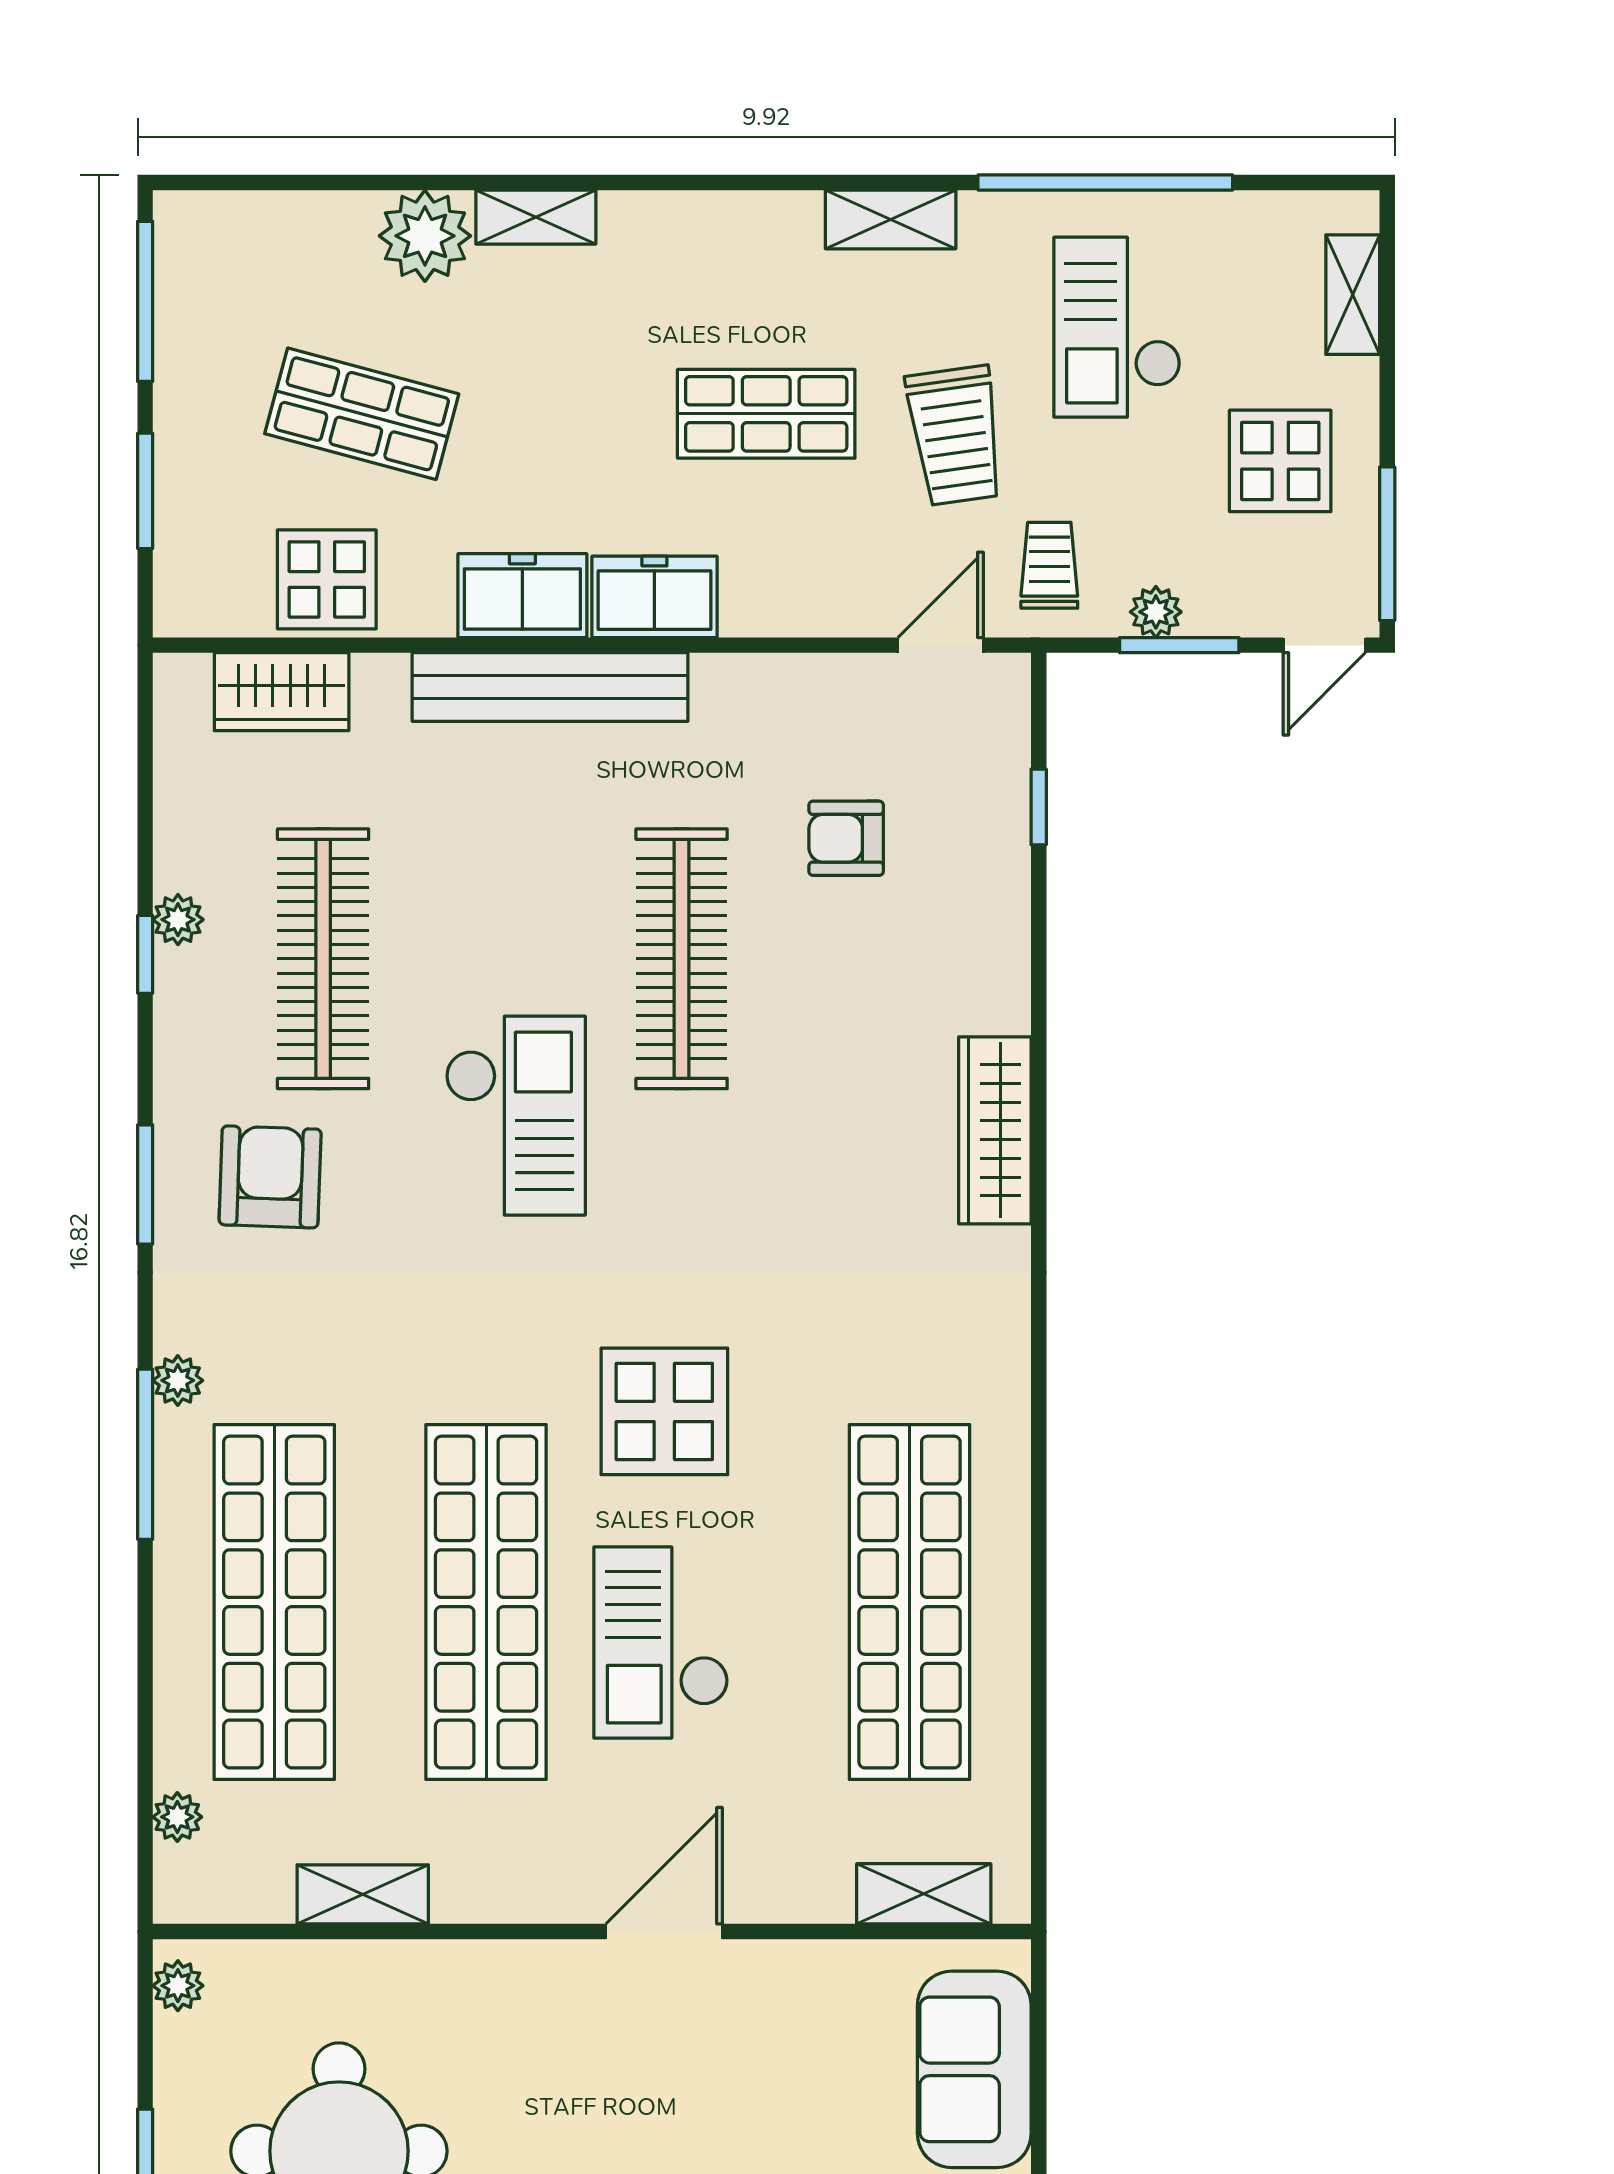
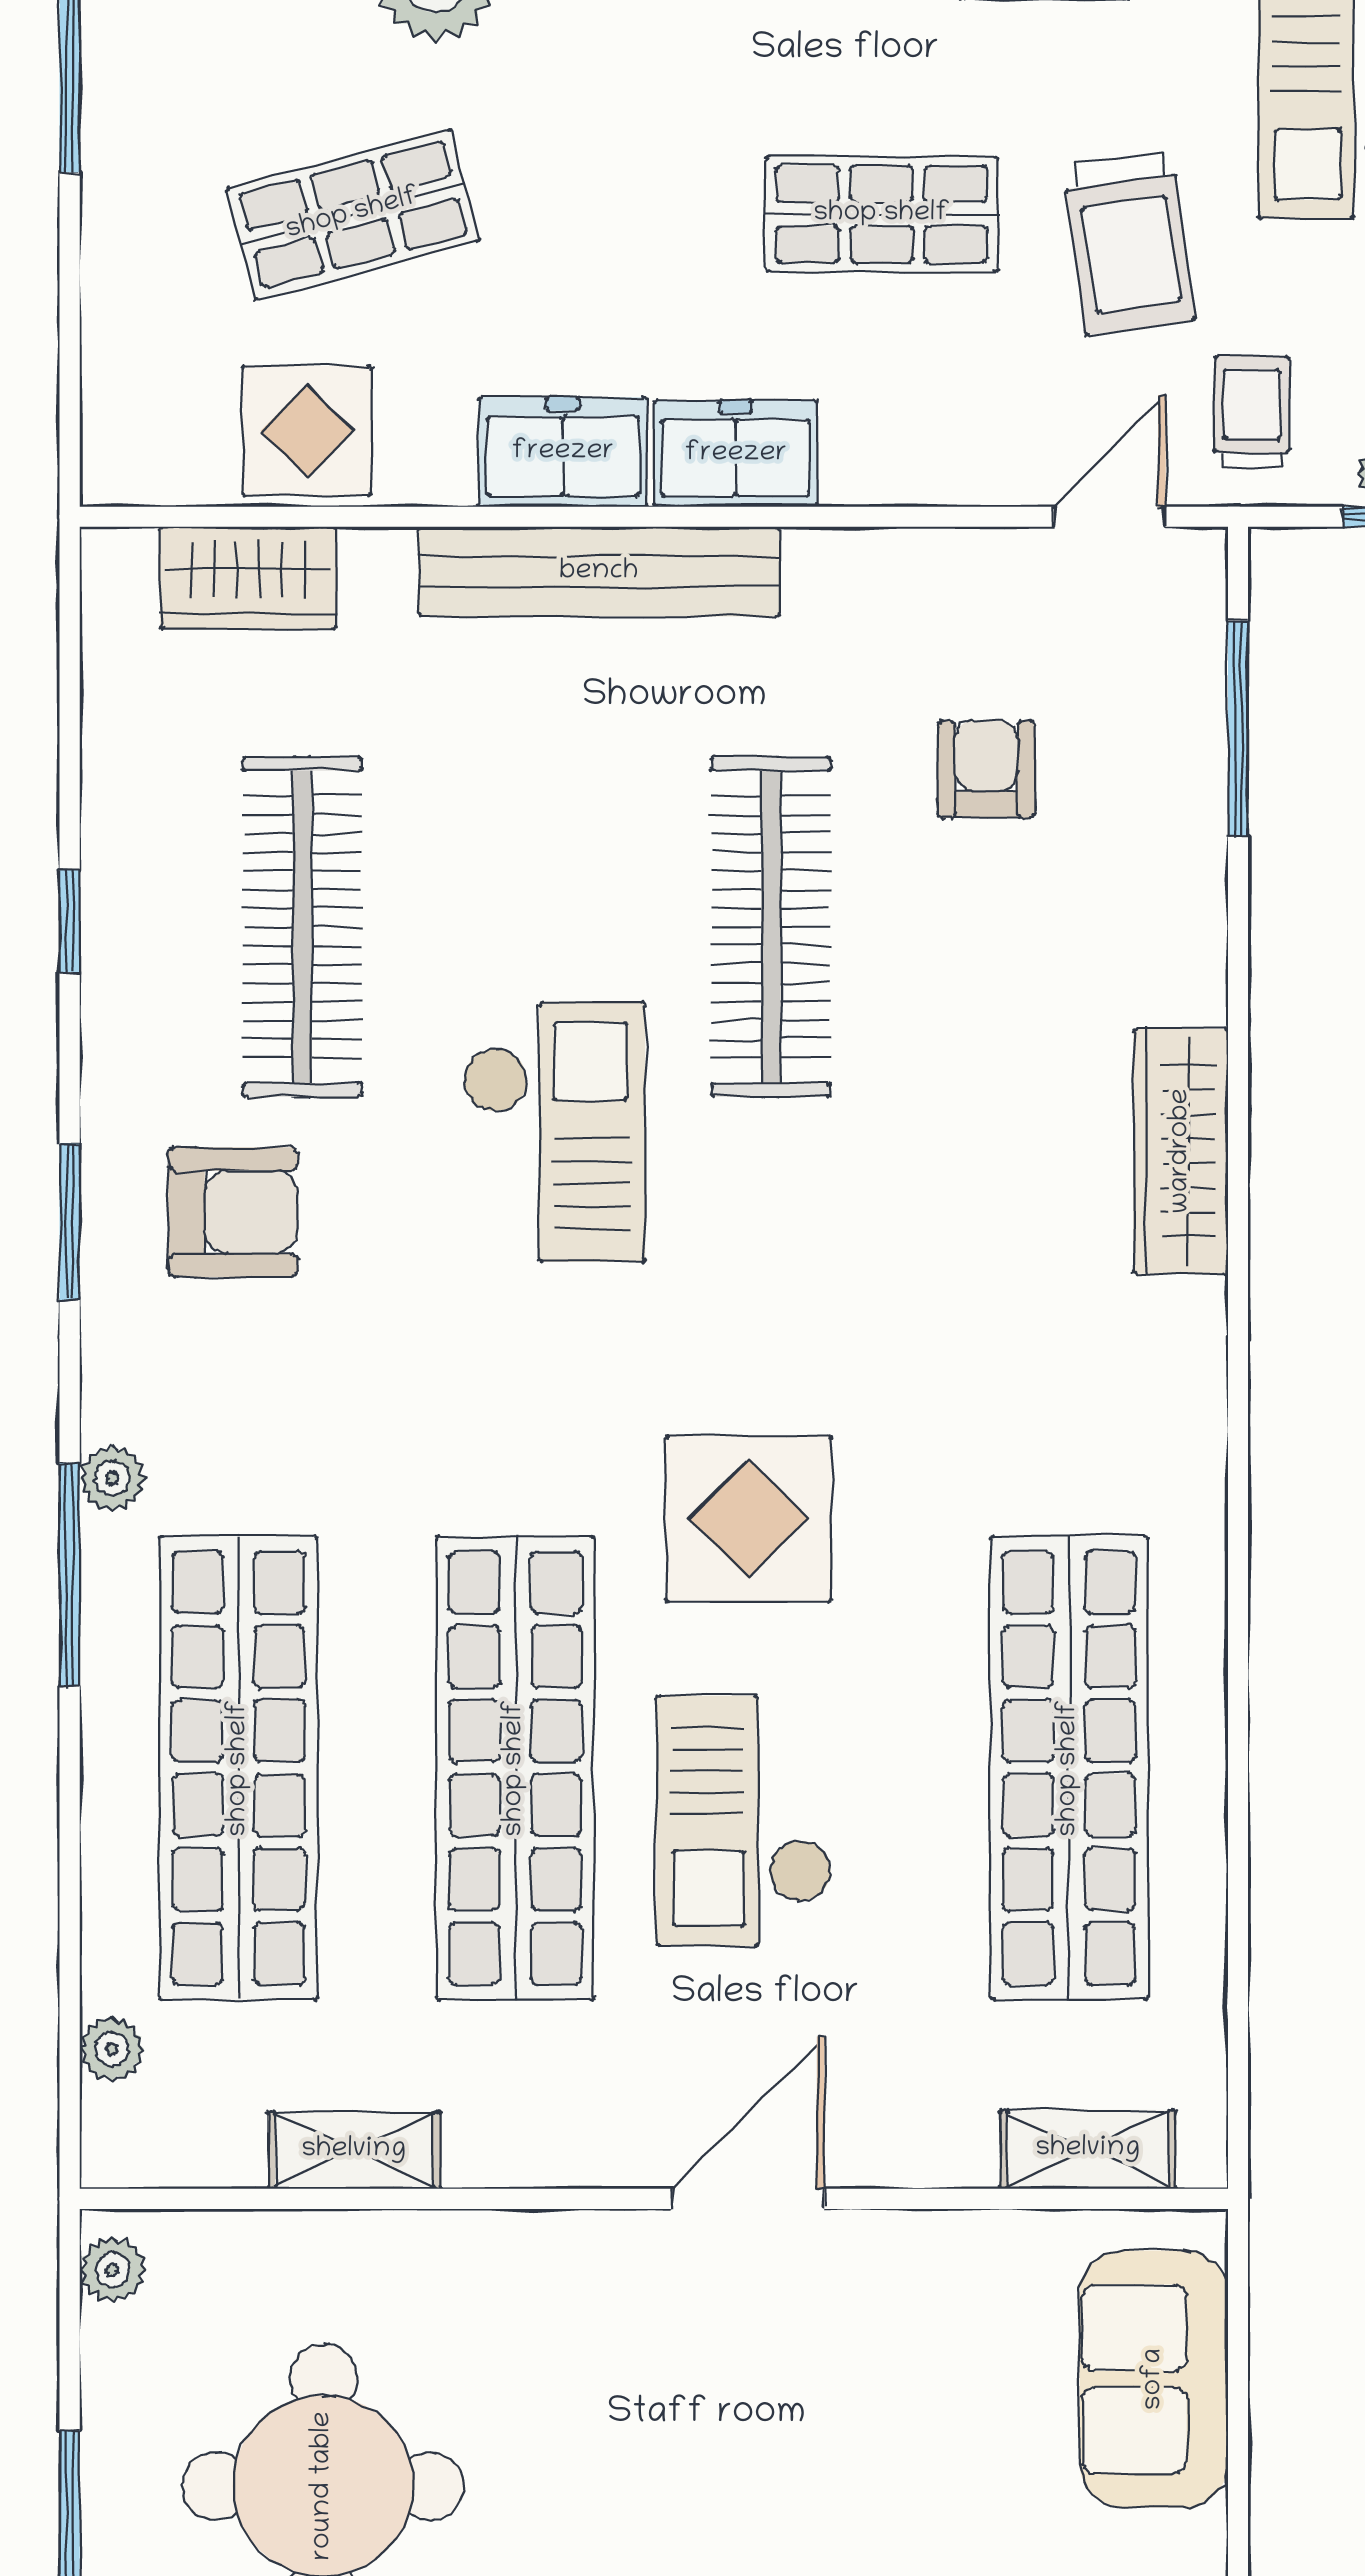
shop shelf: (362, 414) -> (353, 214), turned -30
window: (145, 491) -> (70, 315), removed
window: (1039, 807) -> (1238, 728), width x2.17
armchair: (846, 838) -> (986, 769), turned 90
plant: (178, 920) -> (113, 876), removed
armchair: (270, 1177) -> (233, 1212), turned 88

